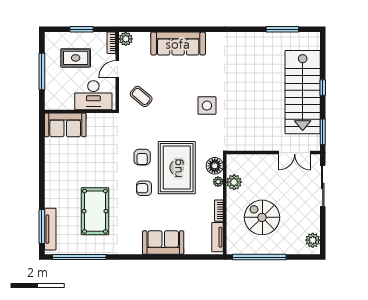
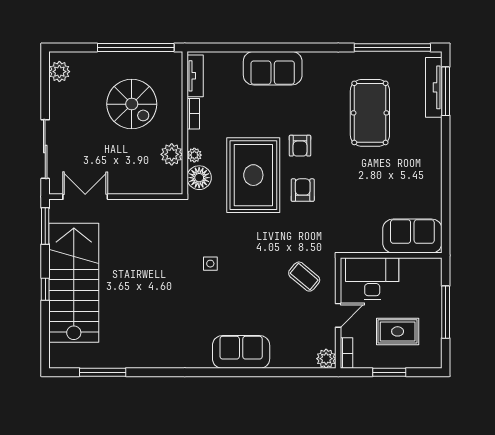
sofa: (178, 44) -> (241, 352), width x0.73
side table: (207, 106) -> (210, 264), width x0.54, depth x0.54
armchair: (144, 188) -> (300, 146), turned 90

